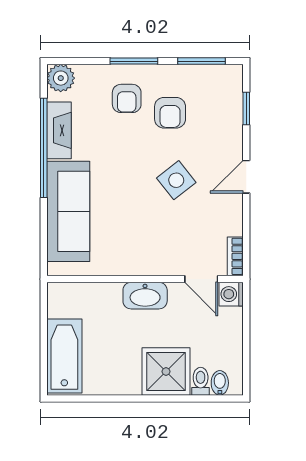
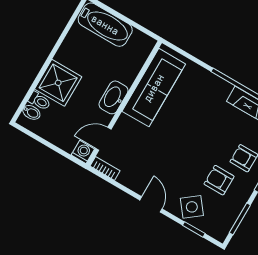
side table: (176, 180) -> (192, 207), moved
sofa: (68, 211) -> (154, 88), moved, turned -90

